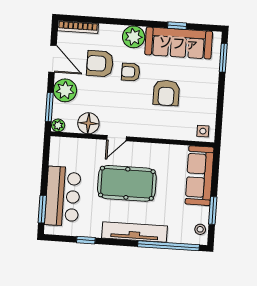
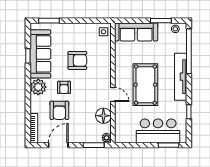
plant: (65, 90) -> (81, 134), removed

